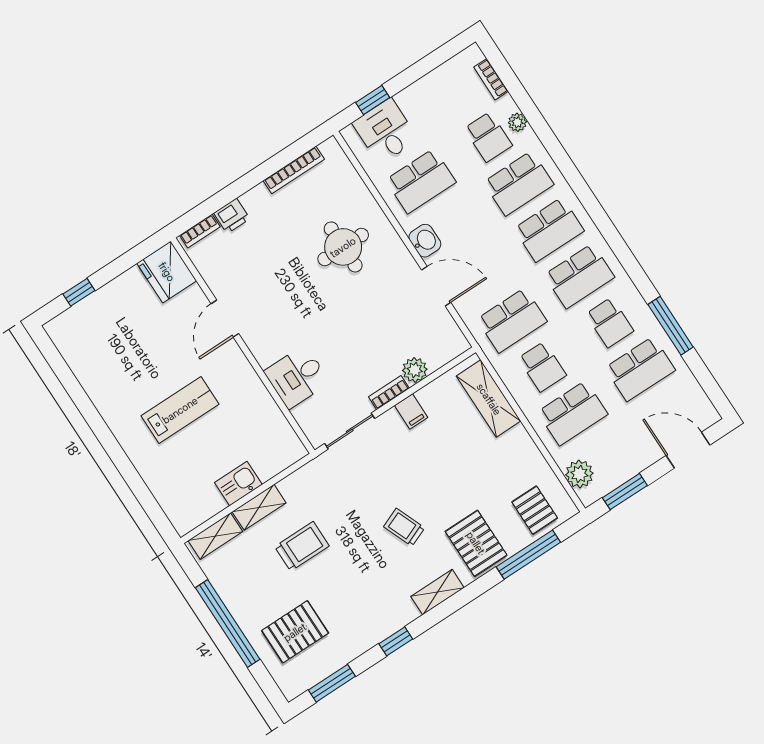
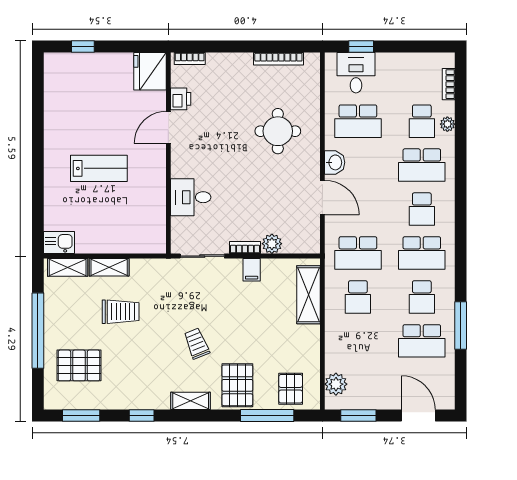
printer: (232, 216) -> (181, 99), moved, turned -90
school desk: (549, 230) -> (422, 209), width x0.54
school desk: (573, 413) -> (358, 341), removed
kitchen sink: (238, 484) -> (59, 243), moved

